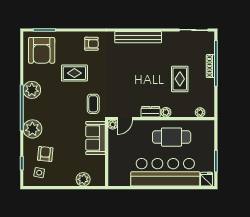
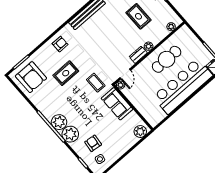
plant: (32, 90) -> (59, 122), moved
plant: (83, 179) -> (140, 132), moved

